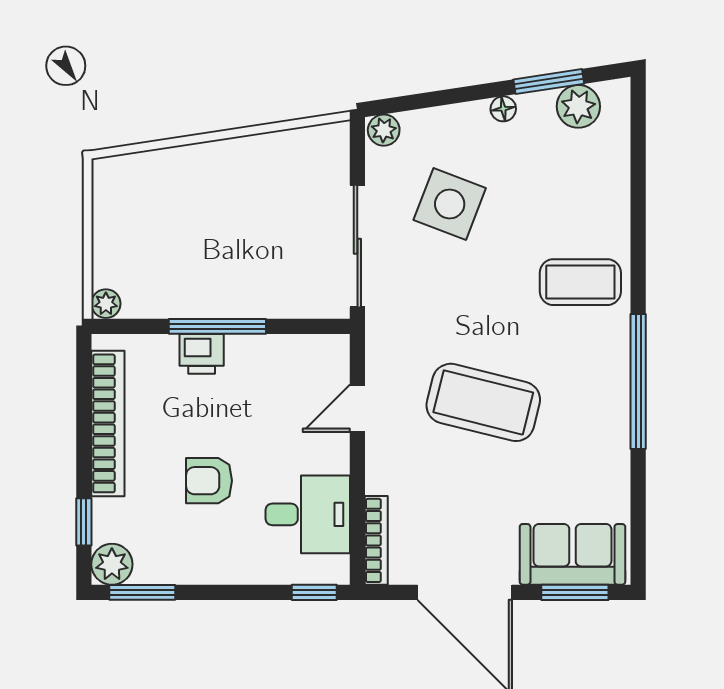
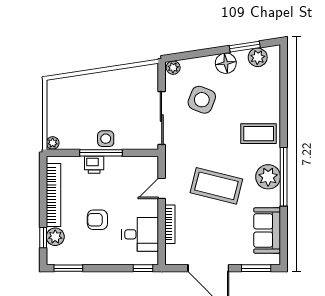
floor lamp: (503, 109) -> (226, 63), width x1.89, depth x1.89
side table: (228, 294) -> (106, 139), added
plant: (602, 382) -> (268, 177), added
bookcase: (376, 540) -> (170, 224), moved
sofa: (572, 554) -> (267, 231), moved, turned -90
plant: (112, 564) -> (55, 237), moved

